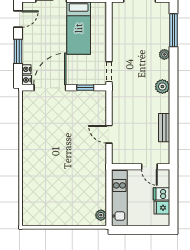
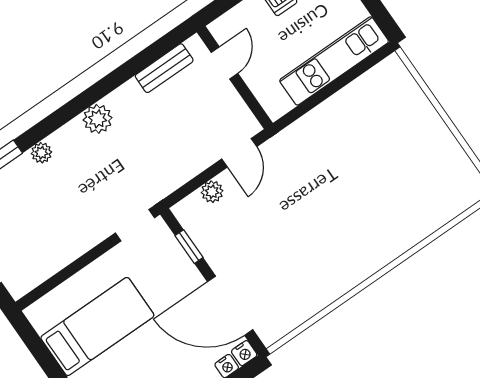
wall: (141, 167) -> (235, 78), moved
door: (149, 167) -> (225, 63), moved
plant: (101, 215) -> (212, 192), moved

